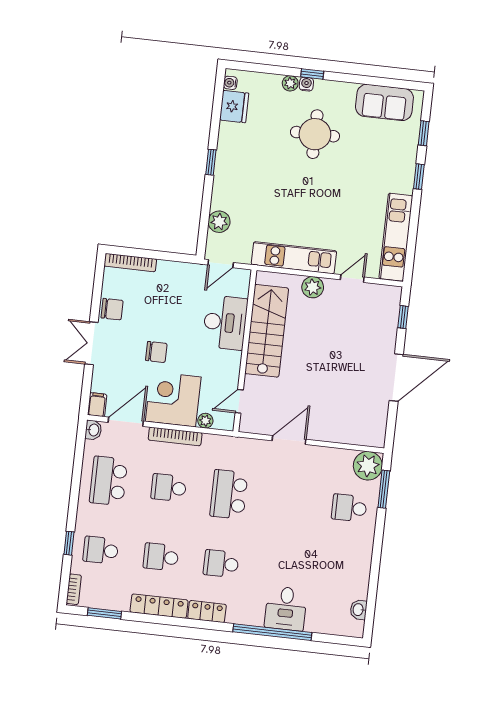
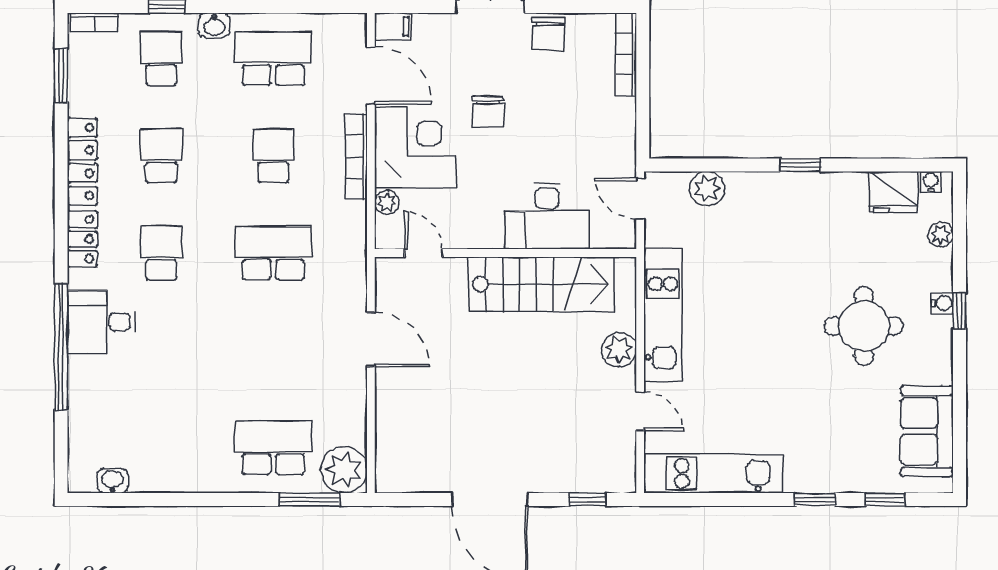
plant: (290, 83) -> (941, 235), moved
washbasin: (93, 430) -> (214, 25), moved
school desk: (349, 508) -> (273, 448), width x1.85
desk: (286, 608) -> (101, 322), moved

